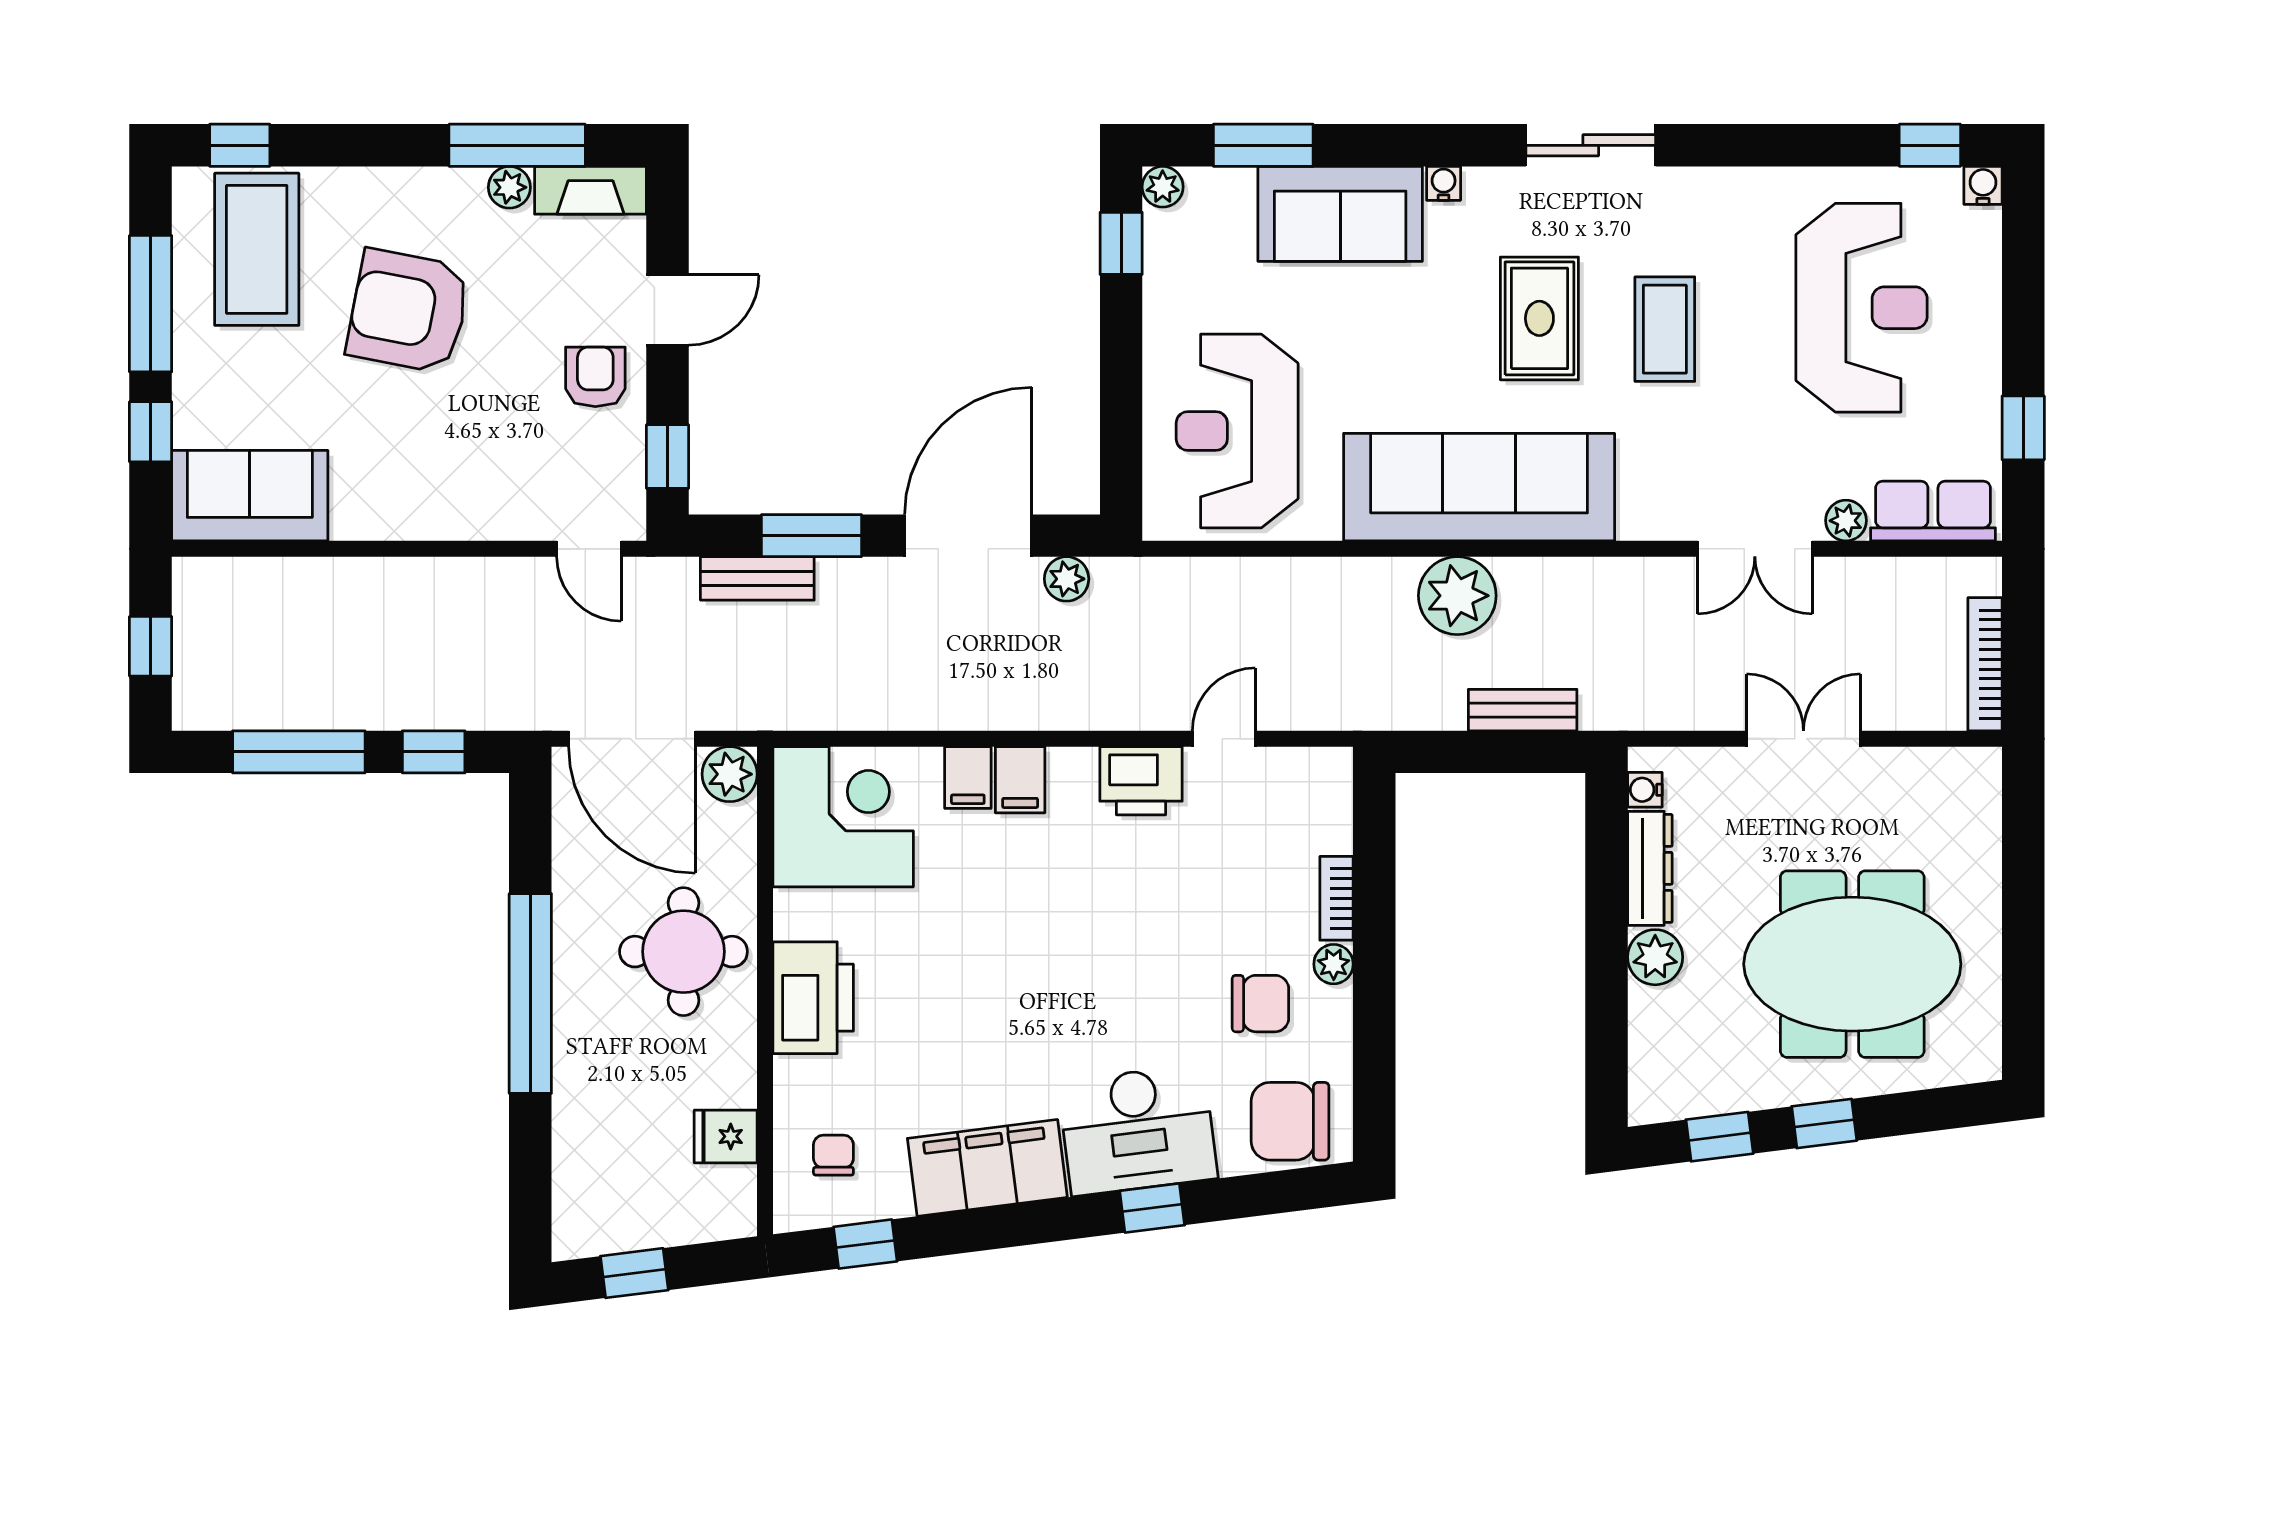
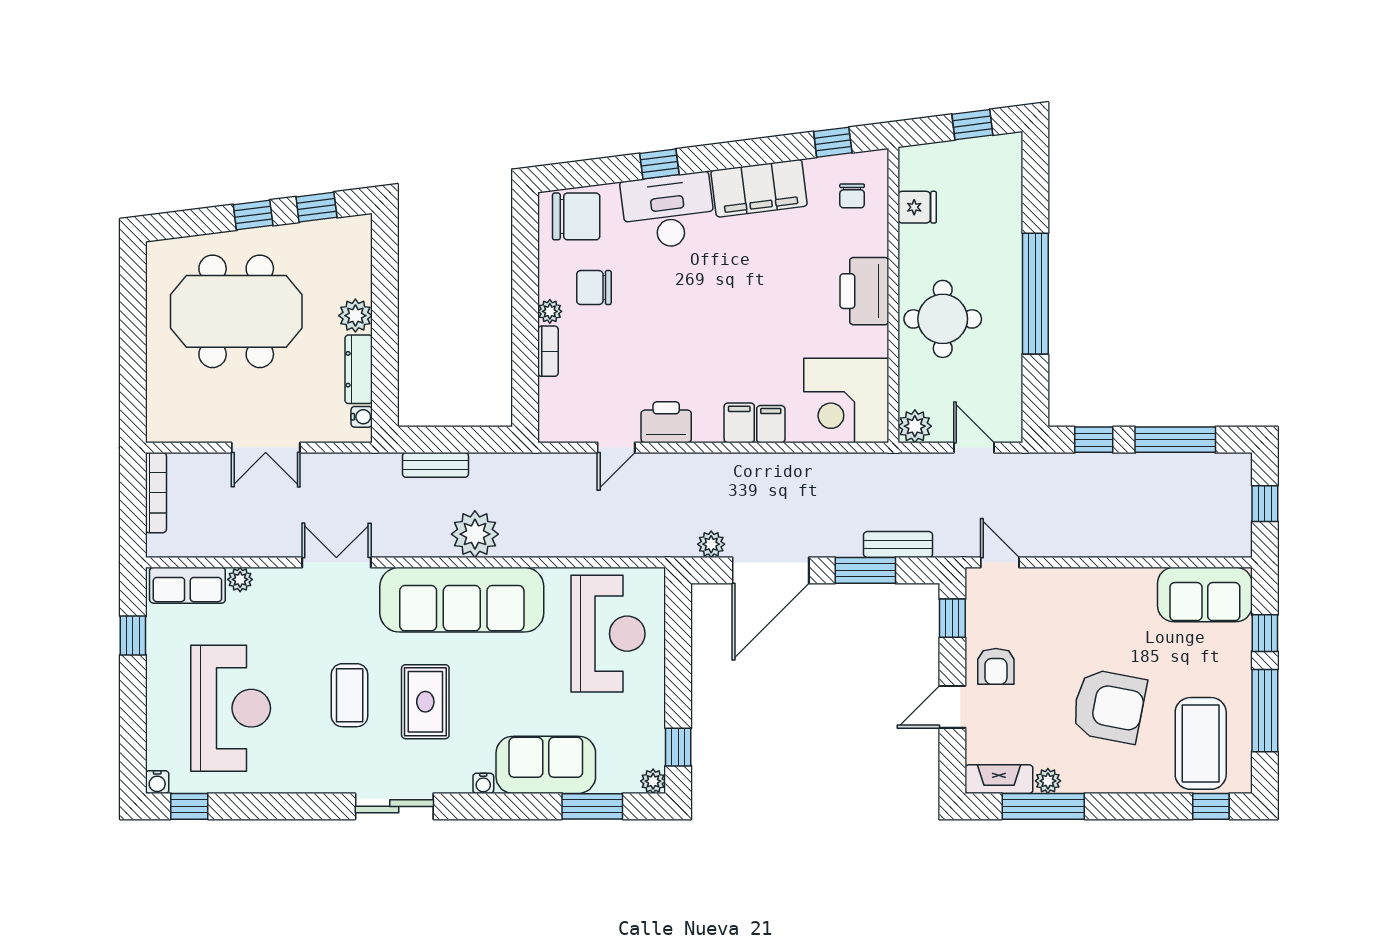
reception desk: (1862, 308) -> (231, 708), turned 180
double door: (1755, 549) -> (336, 562), moved
door: (632, 739) -> (974, 448), width x0.53

